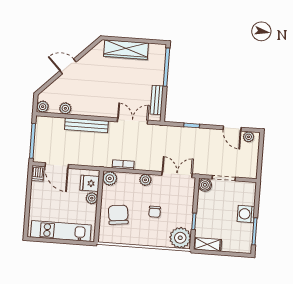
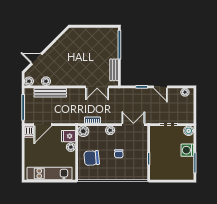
wardrobe: (126, 50) -> (88, 34), removed
door: (68, 66) -> (37, 59), moved
double door: (133, 121) -> (97, 87), swing flipped
bench: (86, 125) -> (50, 93), moved
door: (232, 128) -> (160, 87), moved
door: (57, 166) -> (43, 125), hinge flipped
boiler: (205, 185) -> (189, 131), moved
chair: (118, 215) -> (92, 158), turned -88
plant: (180, 238) -> (139, 172), removed
shelving: (207, 244) -> (160, 175), removed

